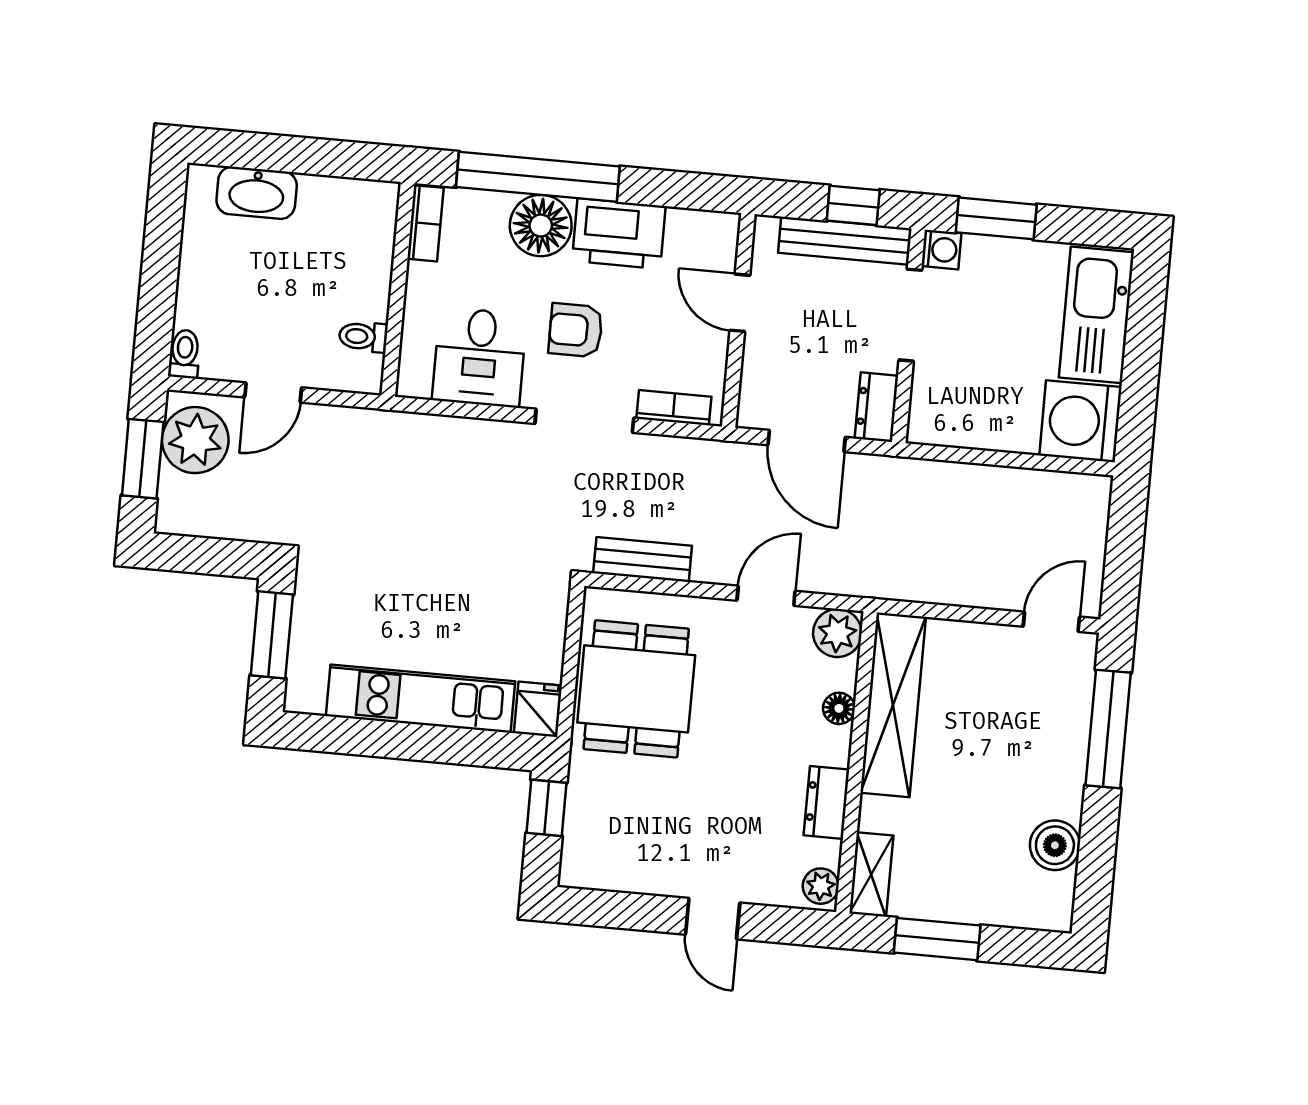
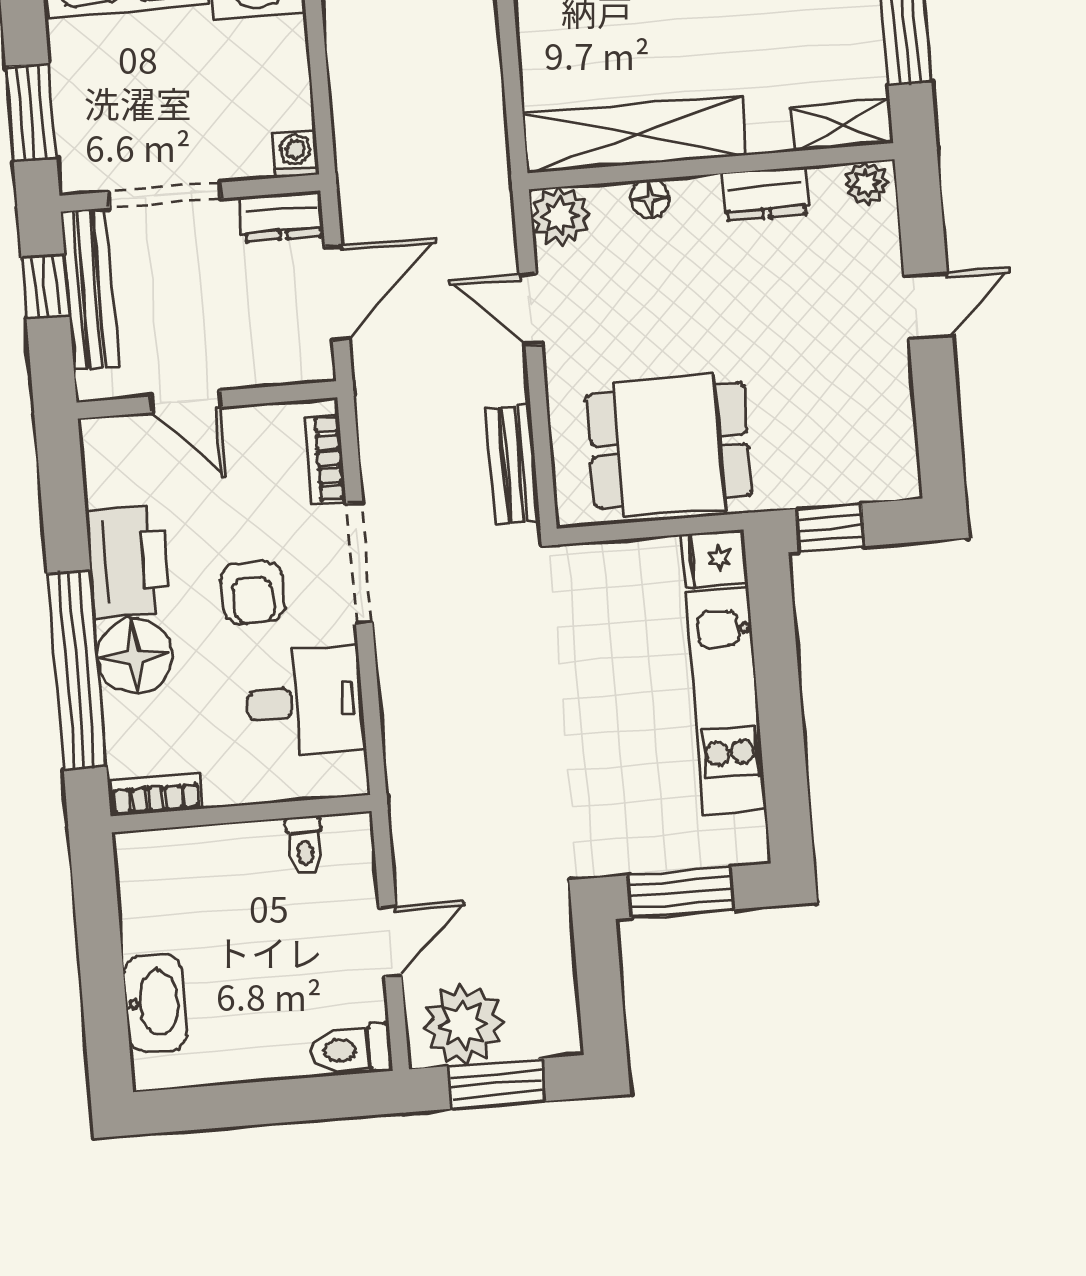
washing machine: (941, 250) -> (295, 154), moved
door: (740, 303) -> (186, 402), hinge flipped
toilet: (184, 354) -> (351, 1050), width x1.37, depth x1.39
door: (273, 392) -> (390, 941), hinge flipped

